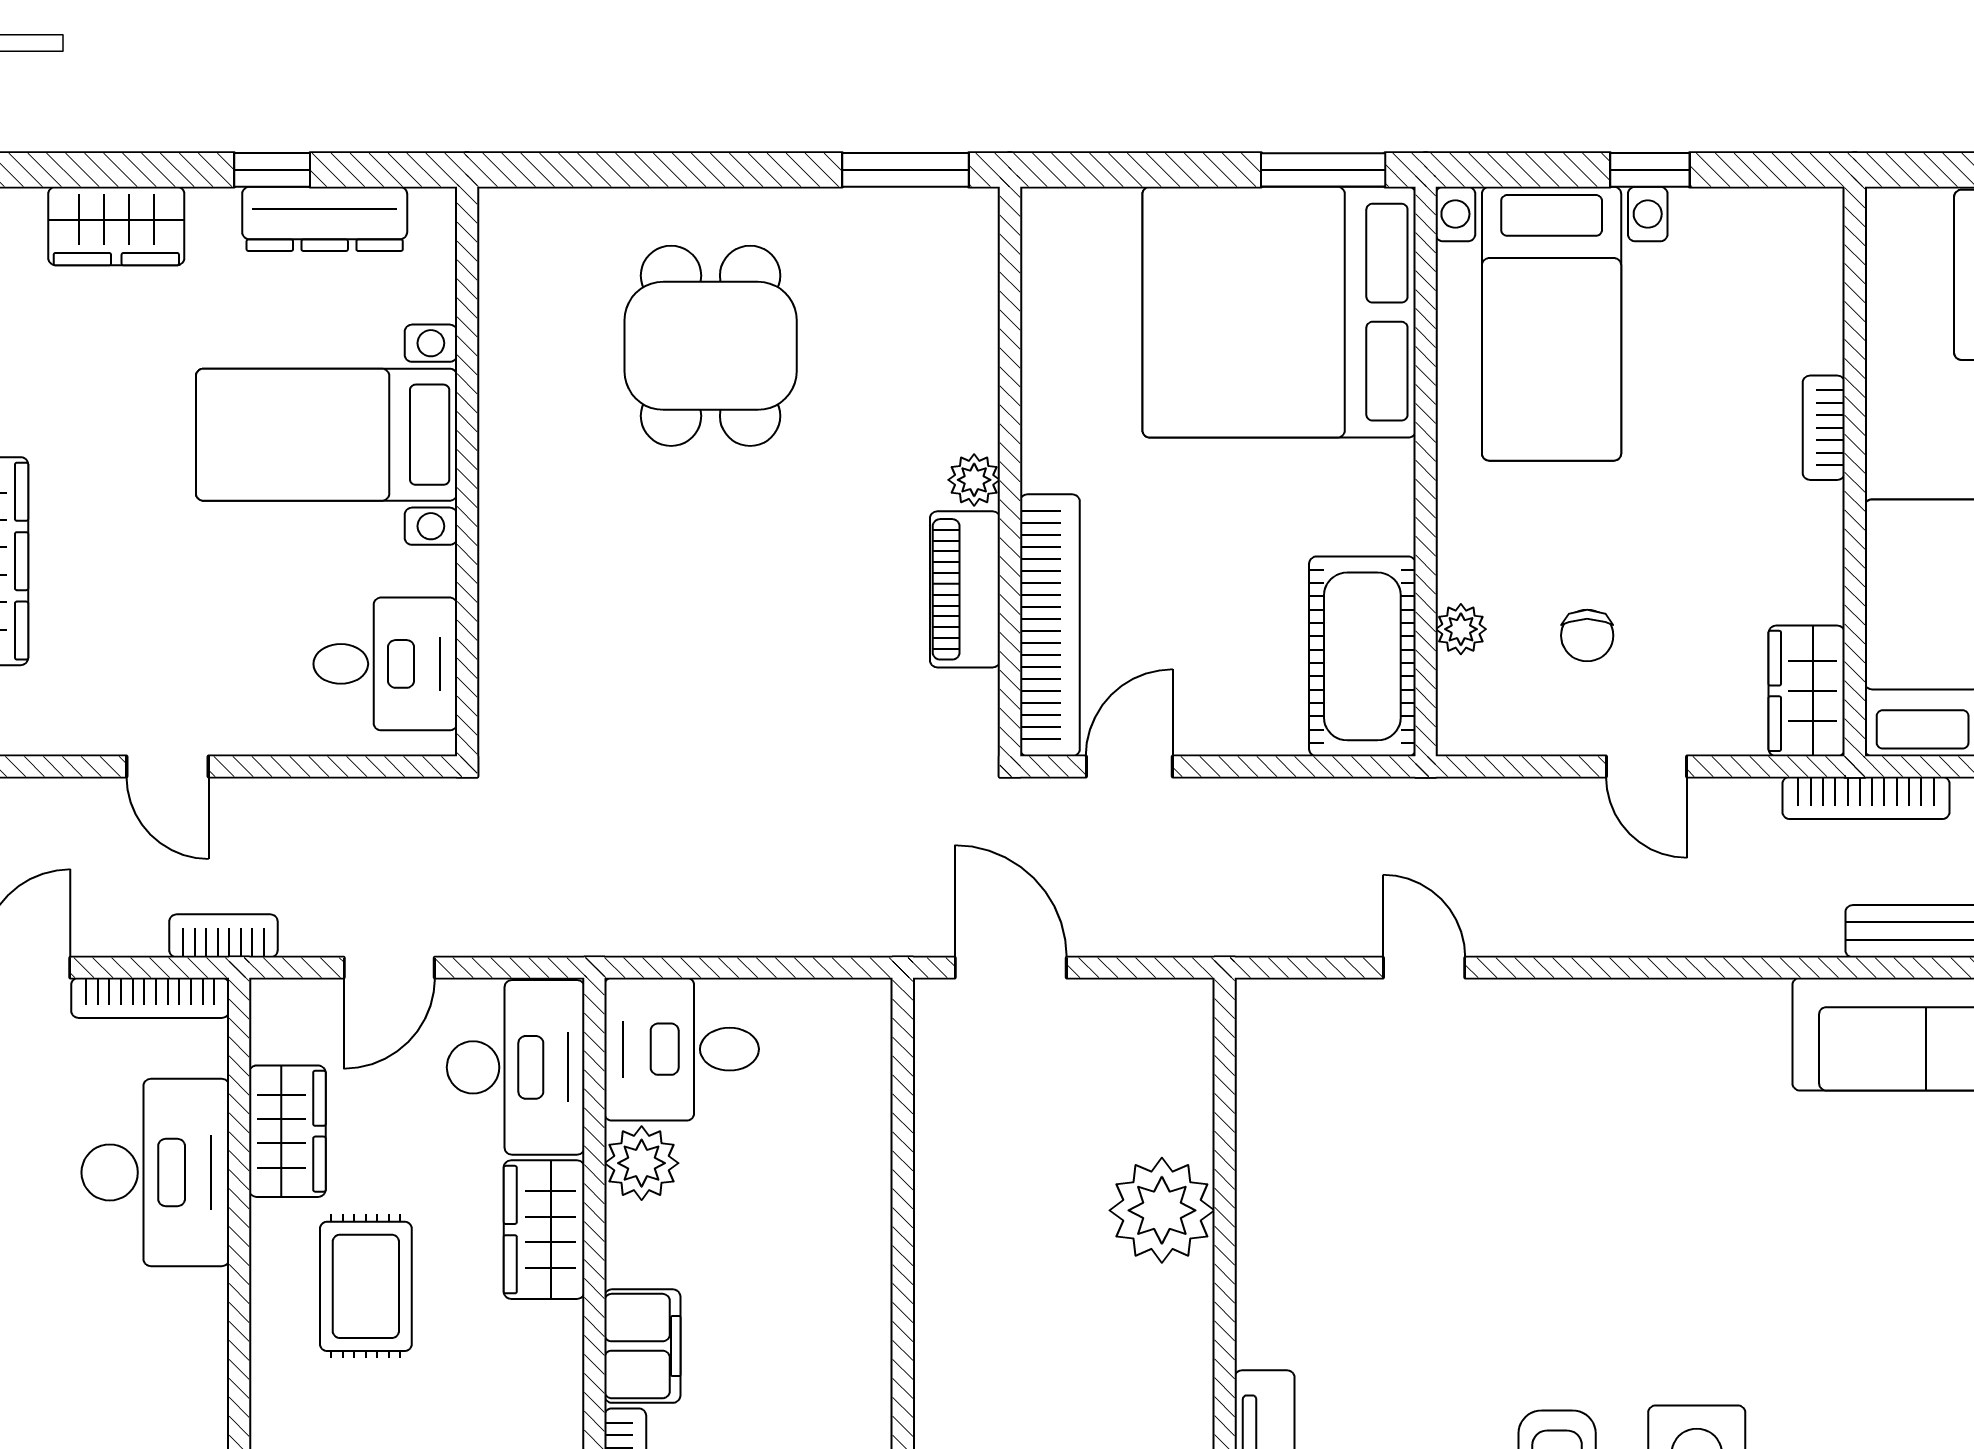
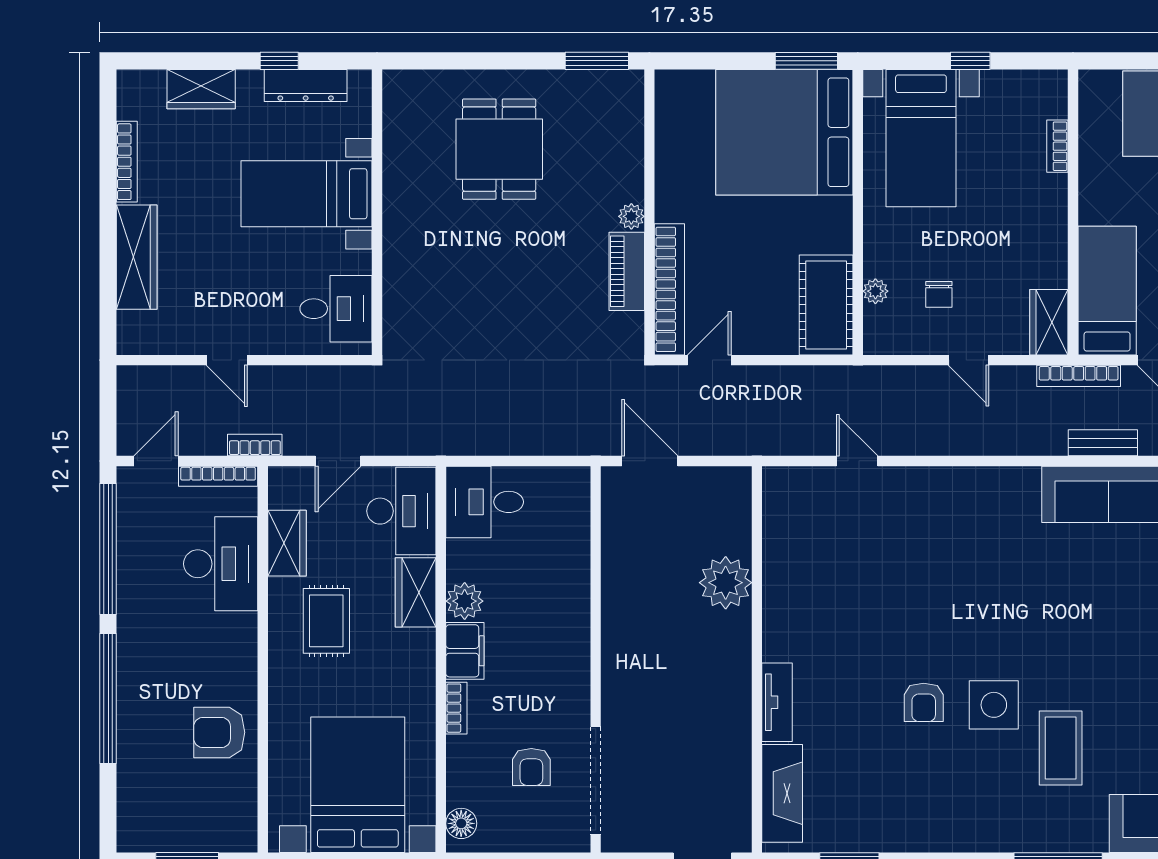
bookcase: (1824, 428) -> (1057, 146), moved
plant: (642, 1163) -> (465, 601), moved

